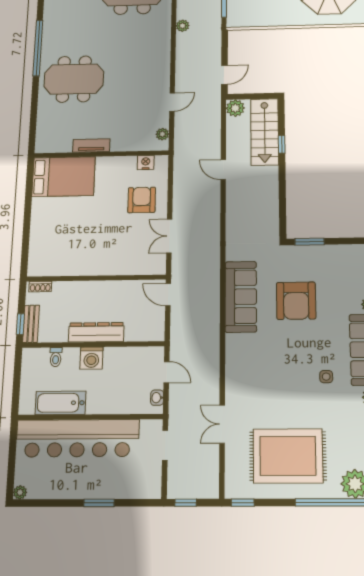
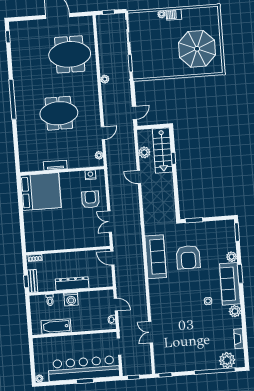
meeting table: (74, 79) -> (59, 113), moved
plant: (235, 108) -> (144, 152), moved
bed: (63, 177) -> (41, 192), width x1.36
bar counter: (77, 438) -> (84, 368), moved, turned 180
rug: (288, 456) -> (189, 347), removed

